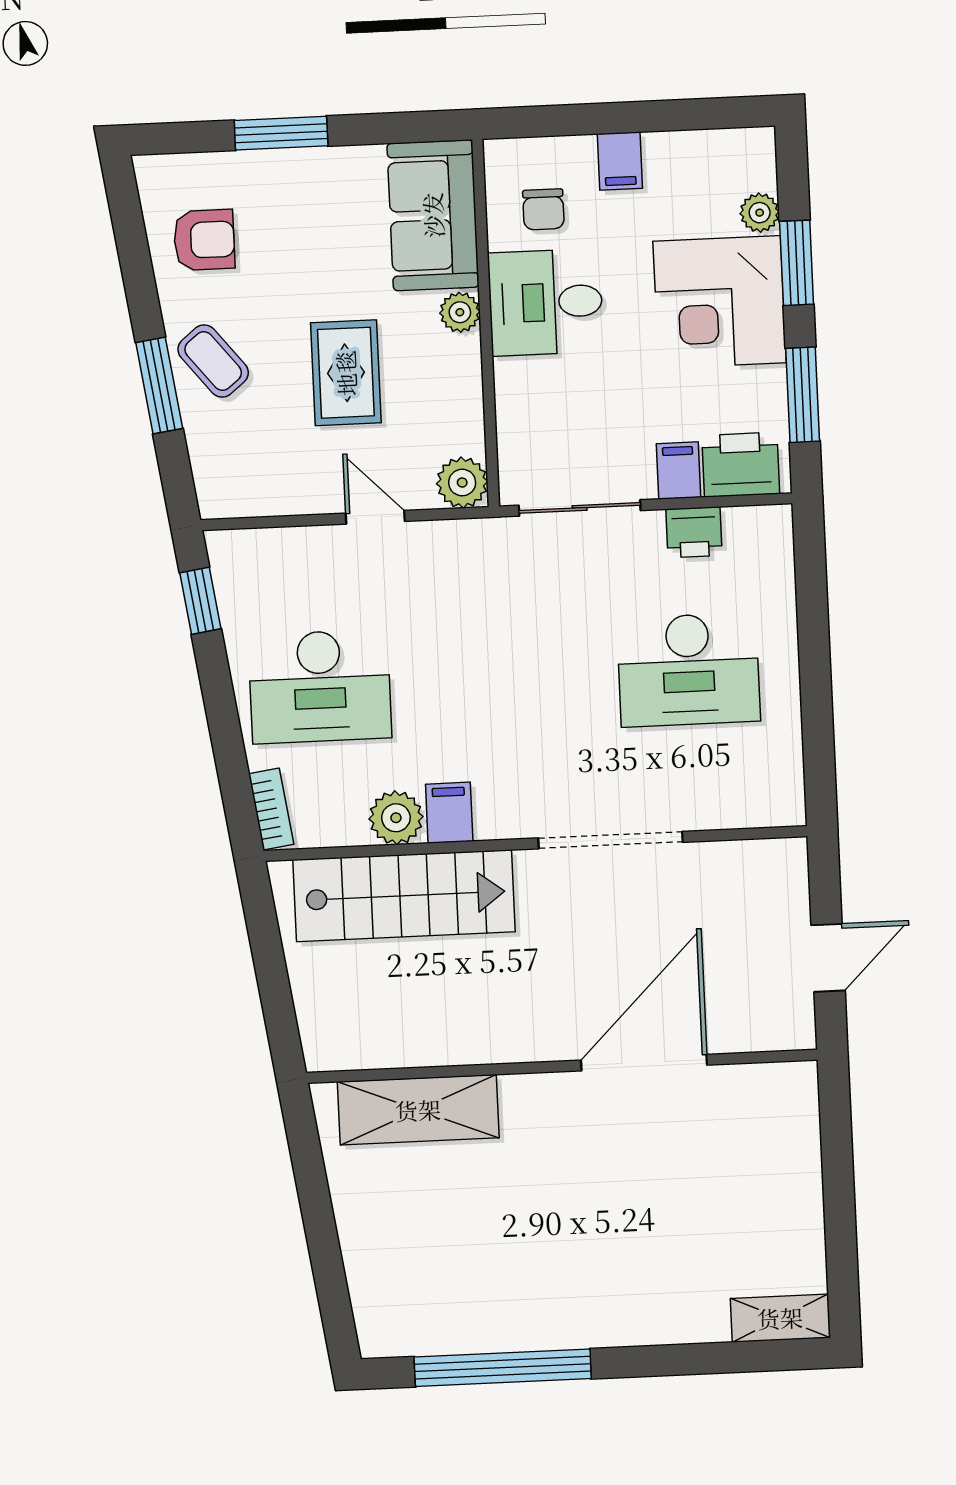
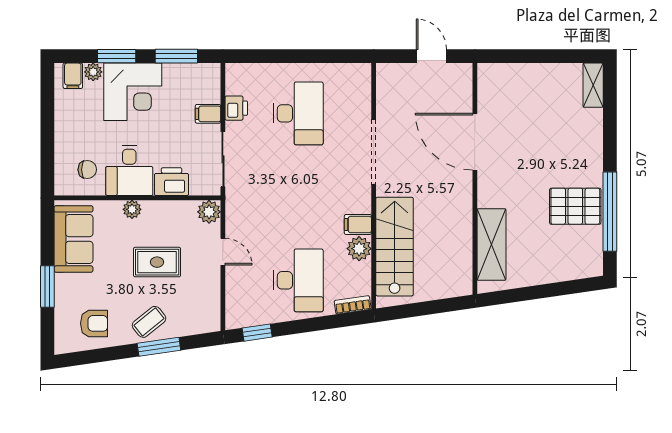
filing cabinet: (620, 161) -> (73, 76), moved, turned 90
sofa: (433, 215) -> (73, 239), moved, turned -90
armchair: (204, 240) -> (94, 323), turned 90
printer: (741, 465) -> (172, 182), moved, turned 90
door: (375, 517) -> (223, 252), swing flipped
pallet: (511, 1291) -> (575, 206), added

